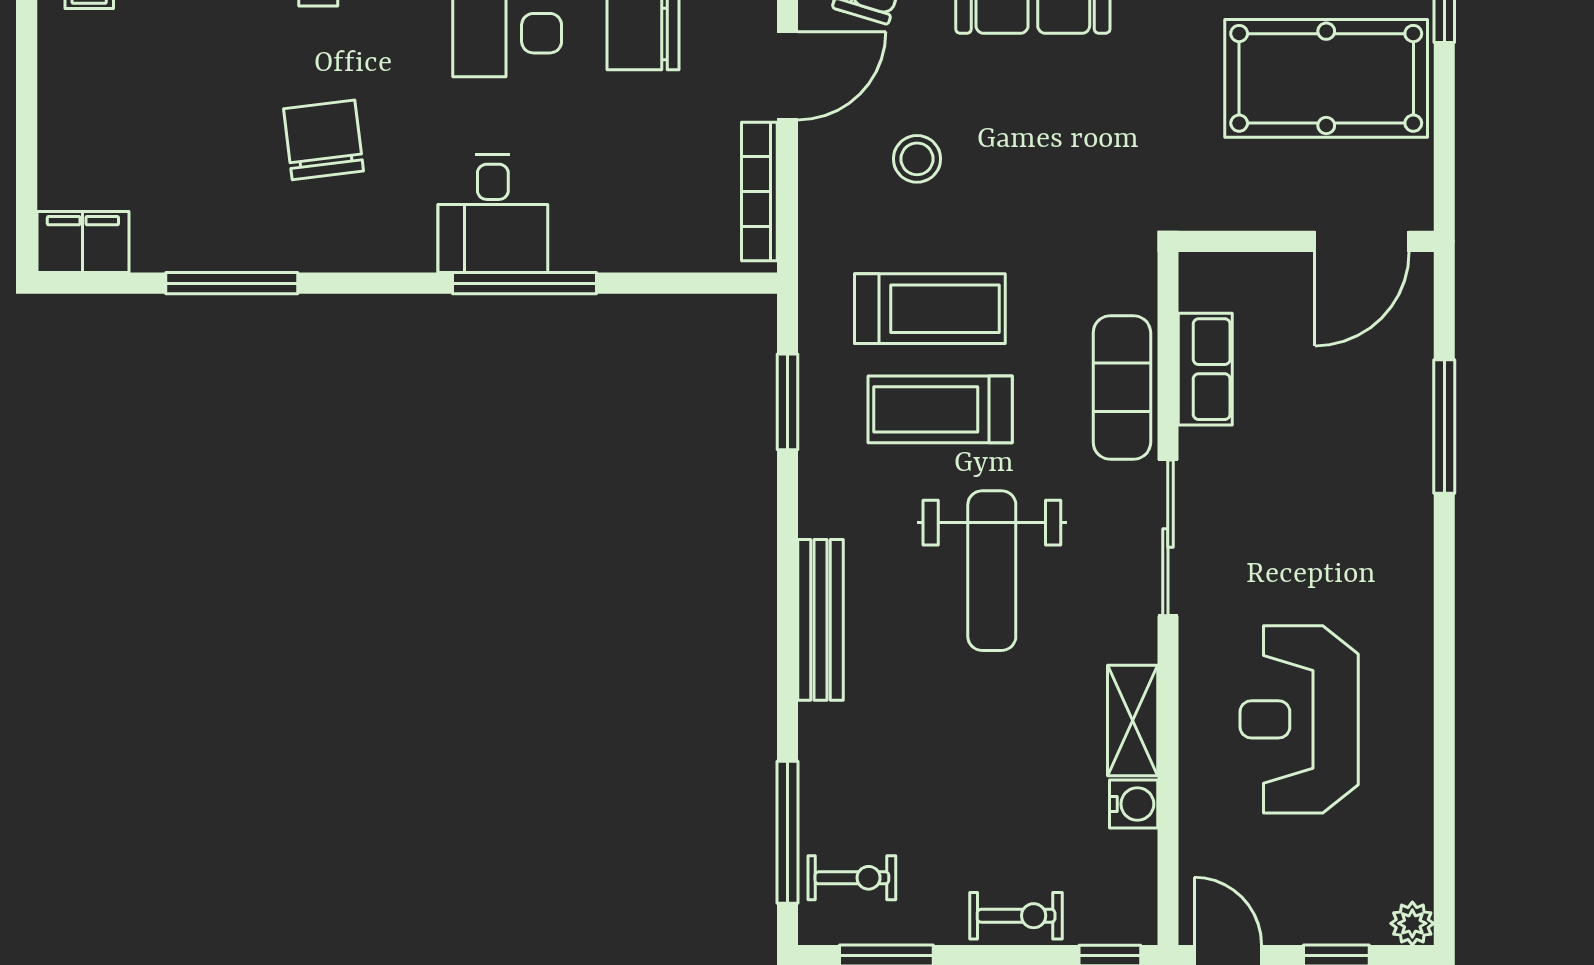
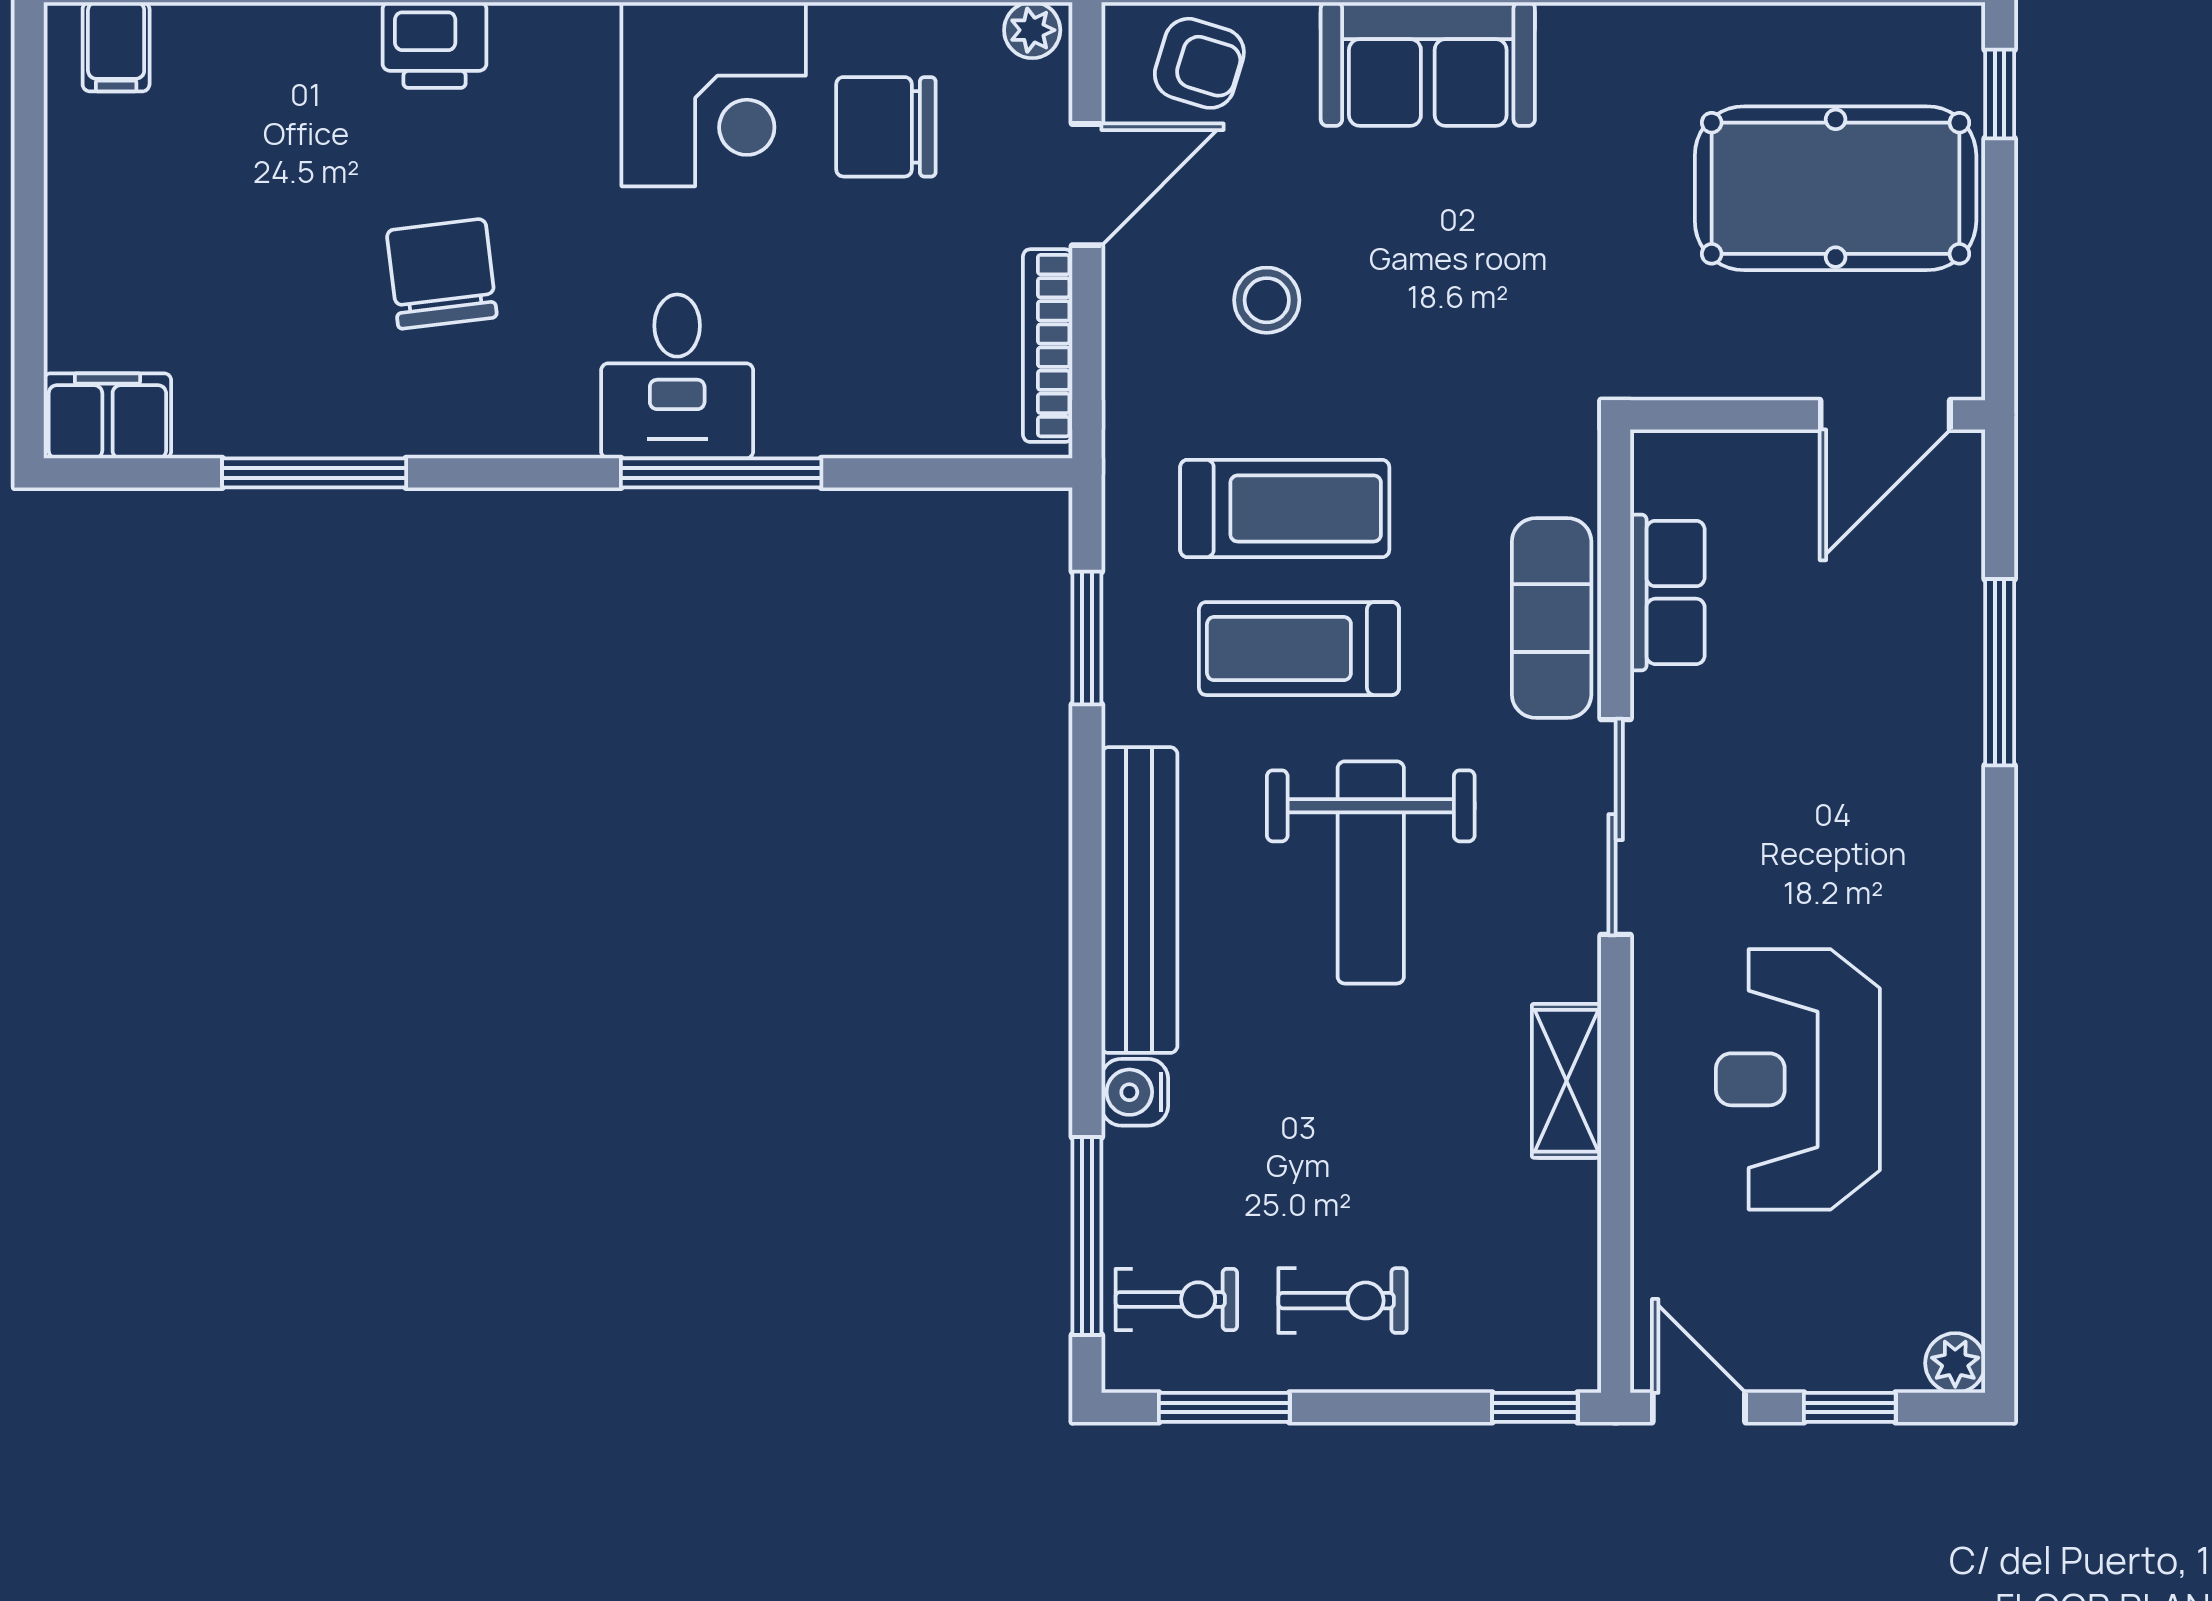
bench: (820, 620) -> (1139, 900), width x1.37, depth x1.21
water cooler: (1134, 804) -> (1135, 1092), moved, turned 180
exercise bike: (1016, 916) -> (1343, 1301), moved

